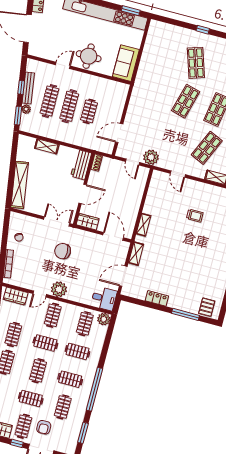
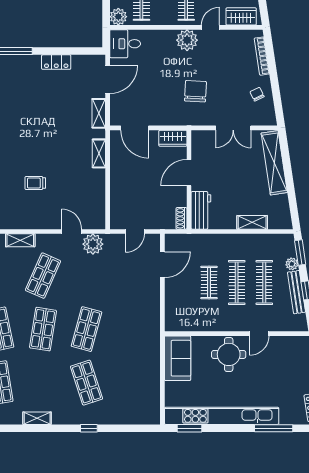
plant: (151, 157) -> (93, 244), moved
door: (133, 162) -> (135, 231), swing flipped
double door: (57, 221) -> (233, 128), moved
chair: (63, 251) -> (195, 91), turned -87

